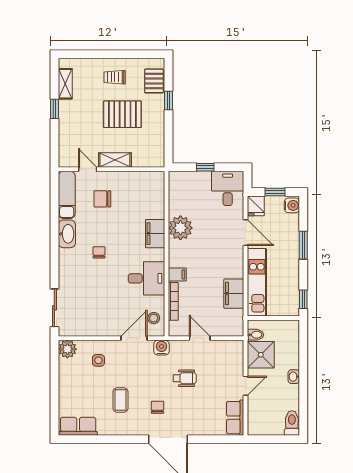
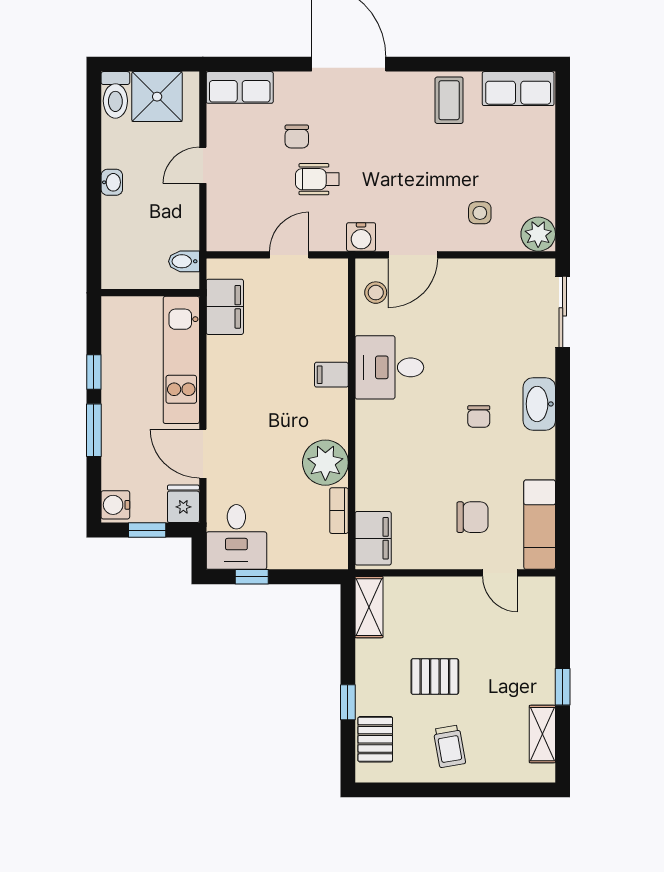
trolley: (115, 77) -> (449, 746), turned 80
pallet: (122, 114) -> (435, 677), width x0.67, depth x0.71
shelving: (115, 160) -> (369, 607), moved, turned 90
window: (205, 167) -> (252, 577), moved
washbasin: (67, 234) -> (539, 404), moved
filing cabinet: (155, 234) -> (373, 538), moved
filing cabinet: (234, 294) -> (225, 307), moved
window: (303, 299) -> (94, 372), moved
bookcase: (173, 301) -> (339, 511), moved, width x0.64
door: (200, 338) -> (289, 255), swing flipped
shower: (261, 355) -> (157, 97), moved
coffee table: (120, 400) -> (449, 100), moved
chair: (157, 407) -> (297, 137), moved
row of seats: (235, 418) -> (240, 87), moved, turned 90

